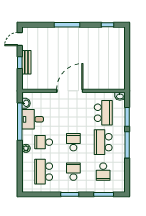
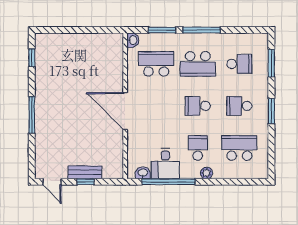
school desk: (44, 142) -> (198, 148), turned 180
school desk: (44, 172) -> (239, 148), turned 180

